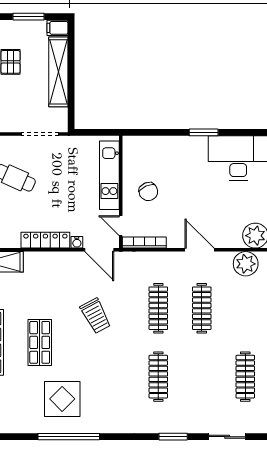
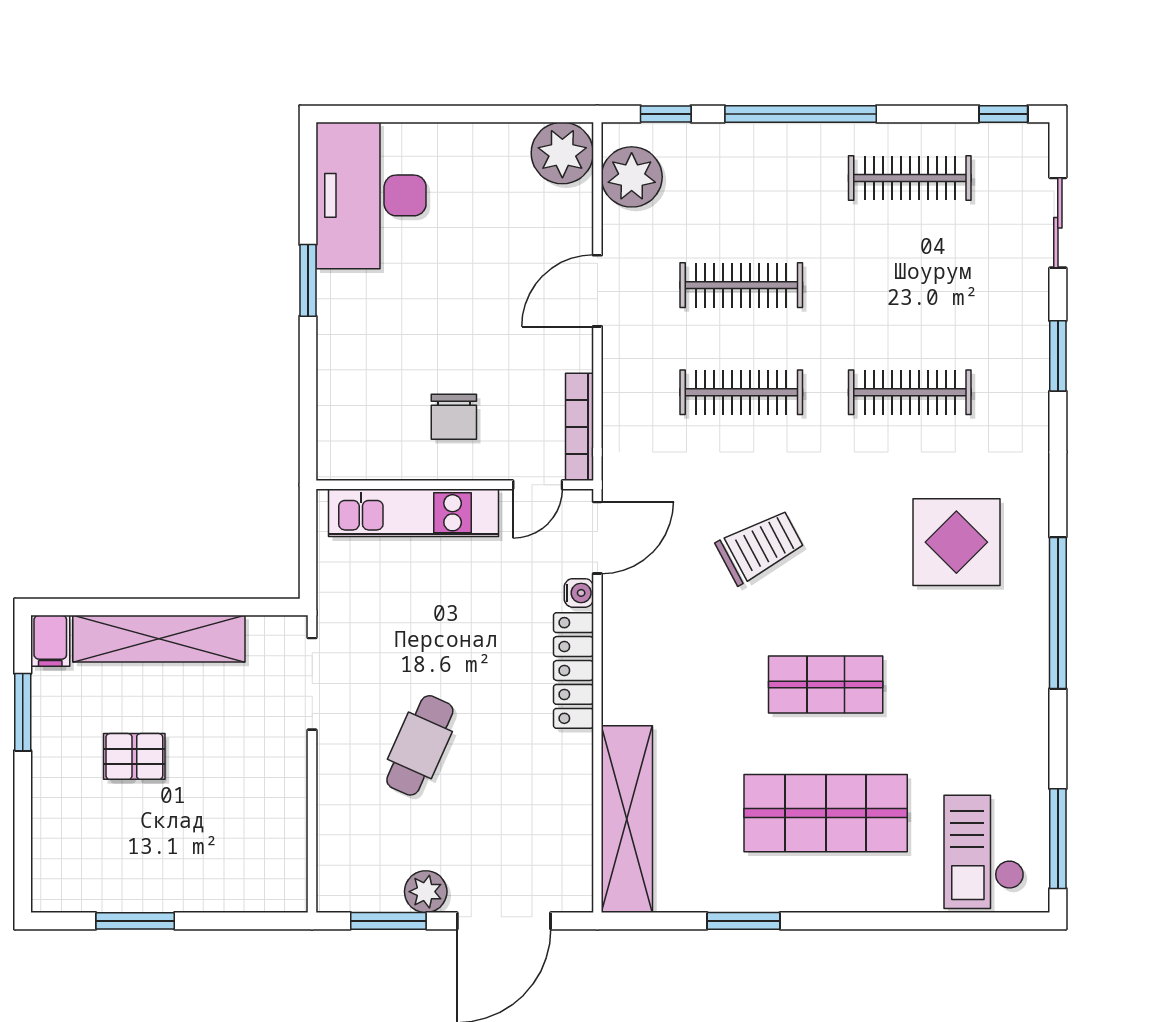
chair: (148, 192) -> (454, 417), turned 114
display table: (62, 399) -> (956, 542), moved

